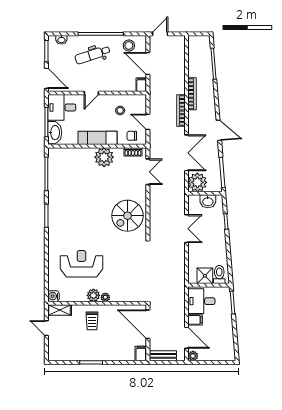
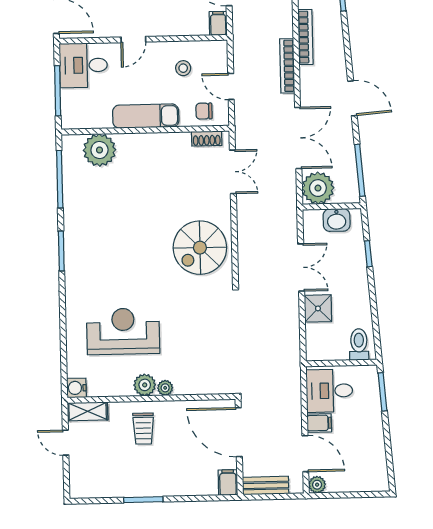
washbasin: (55, 133) -> (72, 109), removed
plant: (104, 157) -> (99, 150), moved
shower: (205, 276) -> (318, 308), moved

